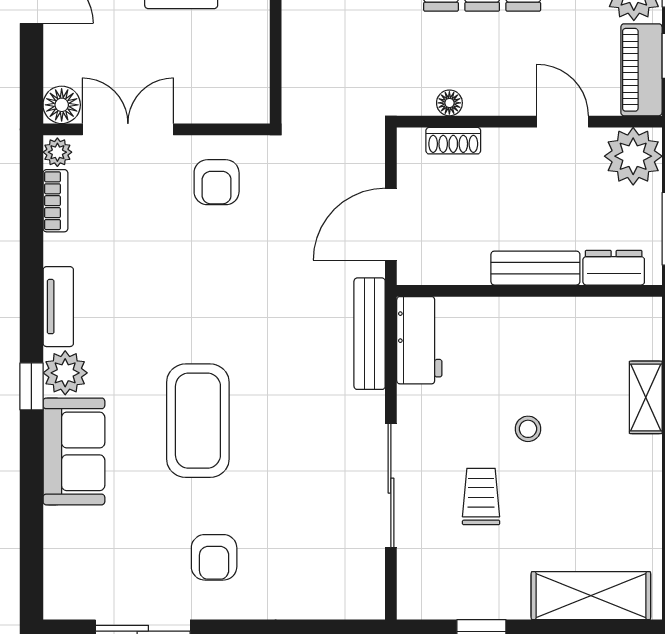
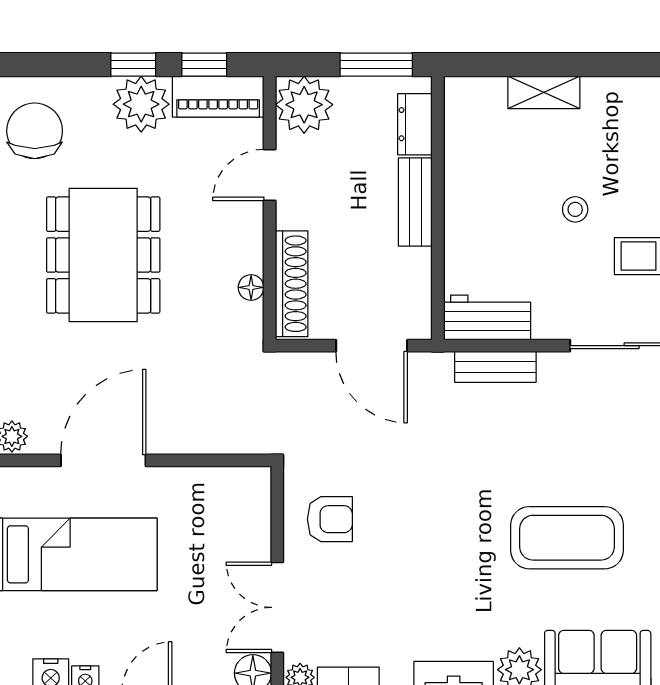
shoe rack: (453, 141) -> (292, 284), width x1.94, depth x1.24
bench: (370, 334) -> (495, 367), width x0.73

